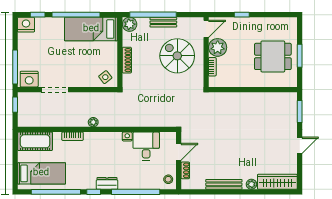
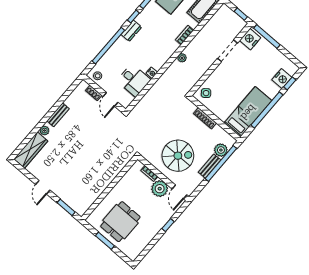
plant: (130, 24) -> (221, 150), moved
nightstand: (26, 25) -> (282, 79), moved
bench: (224, 184) -> (58, 115), width x0.73

